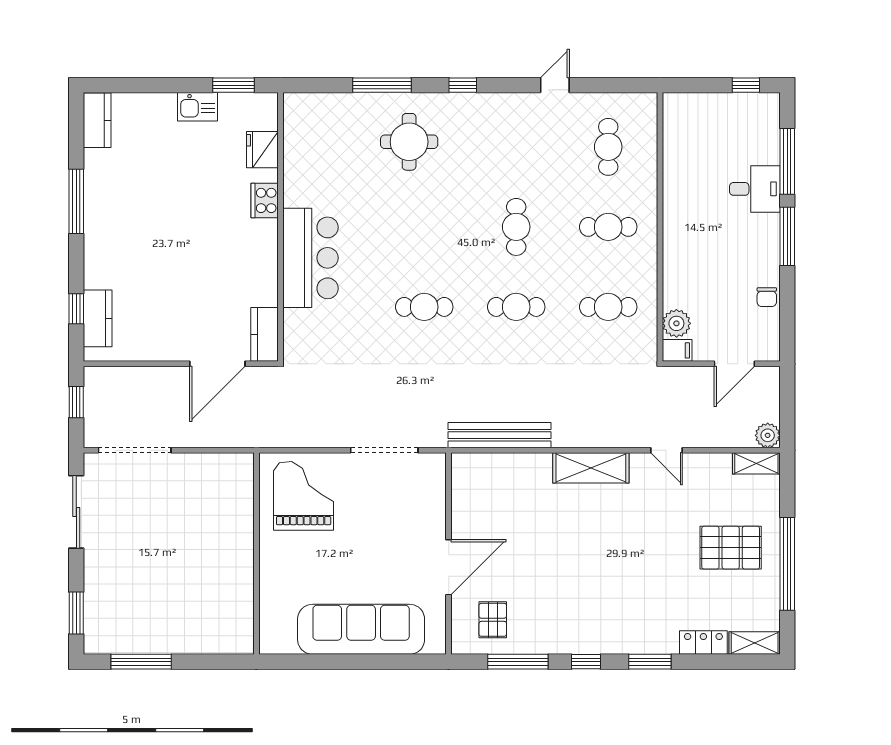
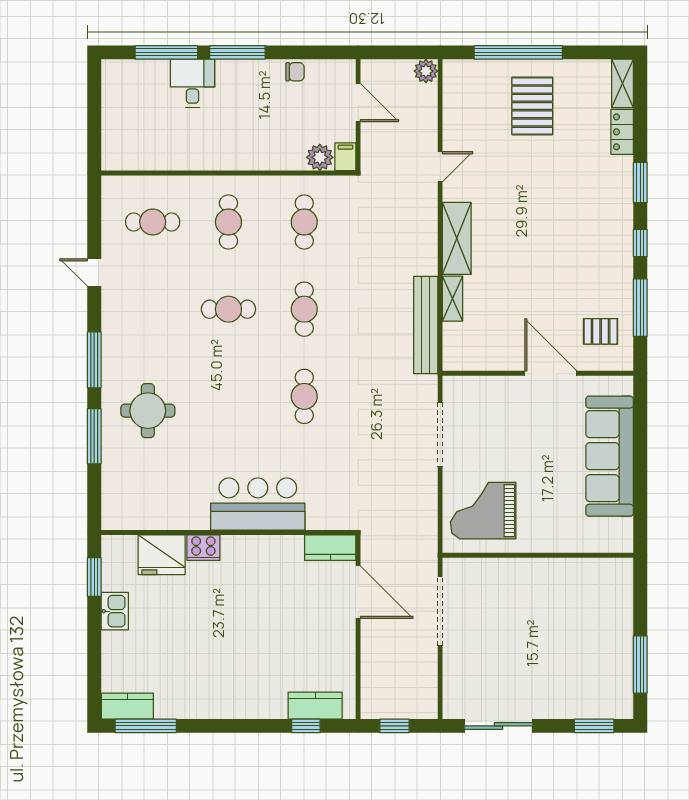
window: (463, 85) -> (94, 360), width x2.17
window: (746, 85) -> (94, 92), removed
fridge: (262, 150) -> (162, 555), width x1.36, depth x1.34
window: (76, 201) -> (146, 726), moved
doorway: (135, 450) -> (440, 611), moved
shelving: (756, 463) -> (452, 299), moved
window: (787, 564) -> (518, 52), moved

